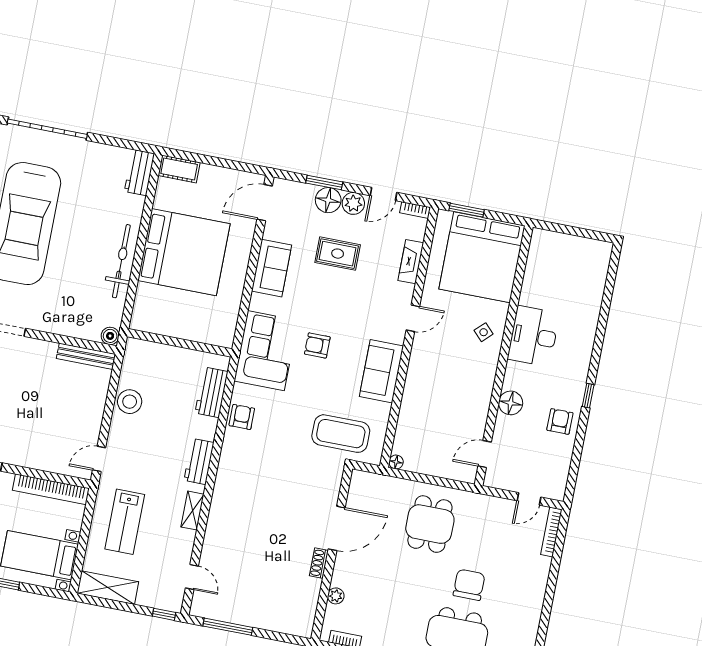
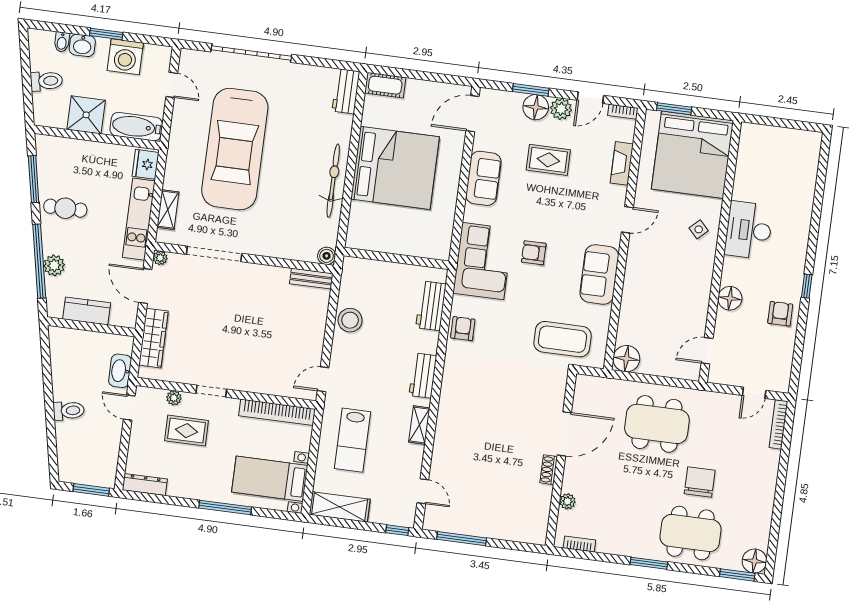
bench: (86, 356) -> (311, 279), width x0.73
floor lamp: (396, 462) -> (626, 359), width x1.89, depth x1.89
dining table: (430, 524) -> (657, 424), width x1.37

